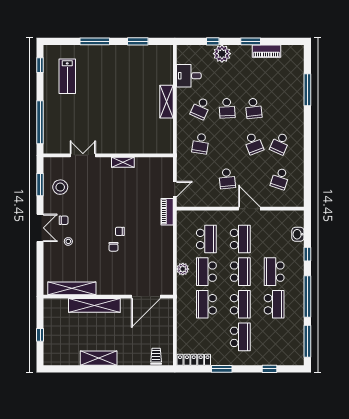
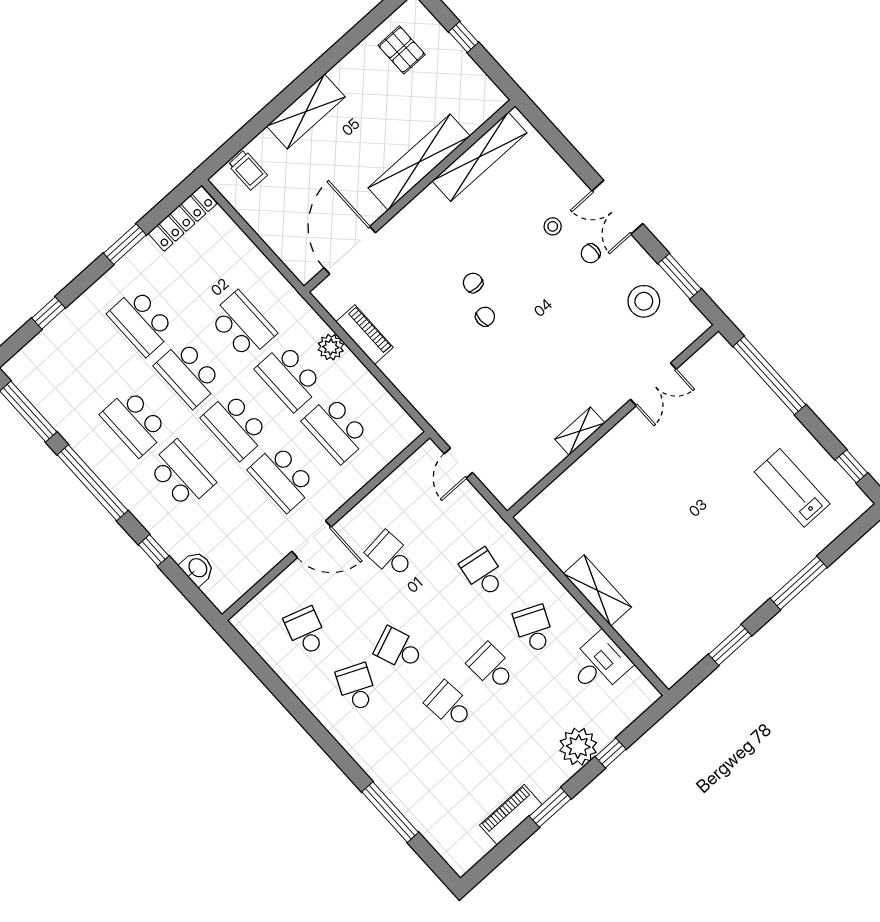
piano: (167, 212) -> (365, 335), moved
school desk: (206, 272) -> (289, 377), turned 180
pallet: (65, 350) -> (402, 50), added
shelving: (99, 358) -> (306, 112), moved

